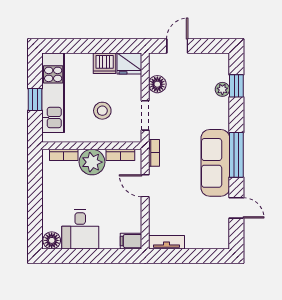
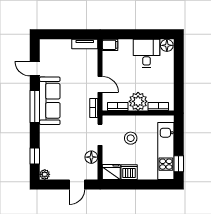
plant: (222, 89) -> (45, 174), moved
window: (35, 99) -> (179, 164), moved

